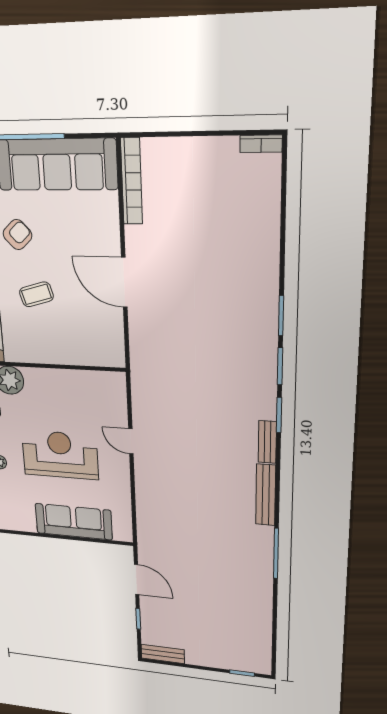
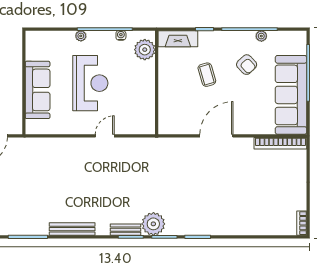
plant: (259, 381) -> (153, 224), added
bench: (267, 442) -> (126, 230), moved

